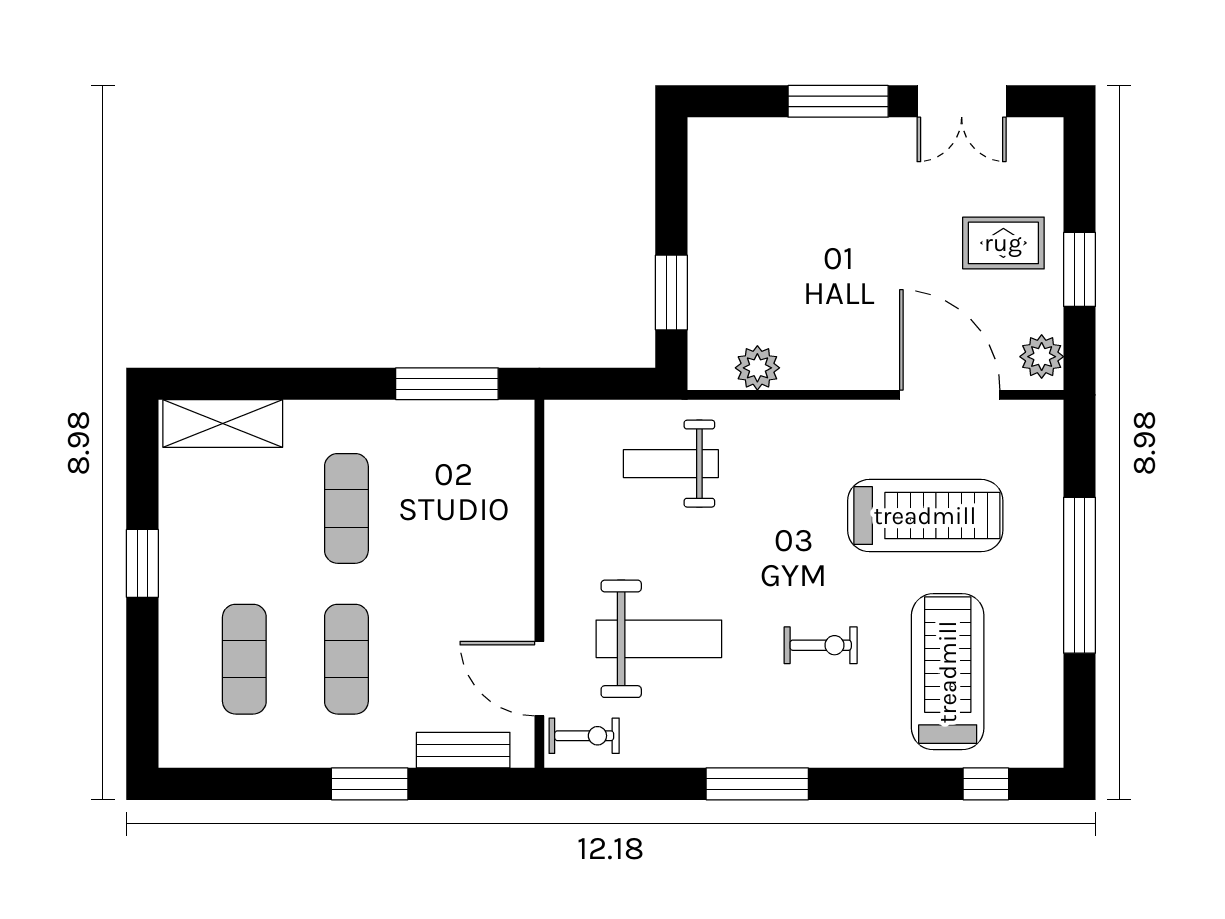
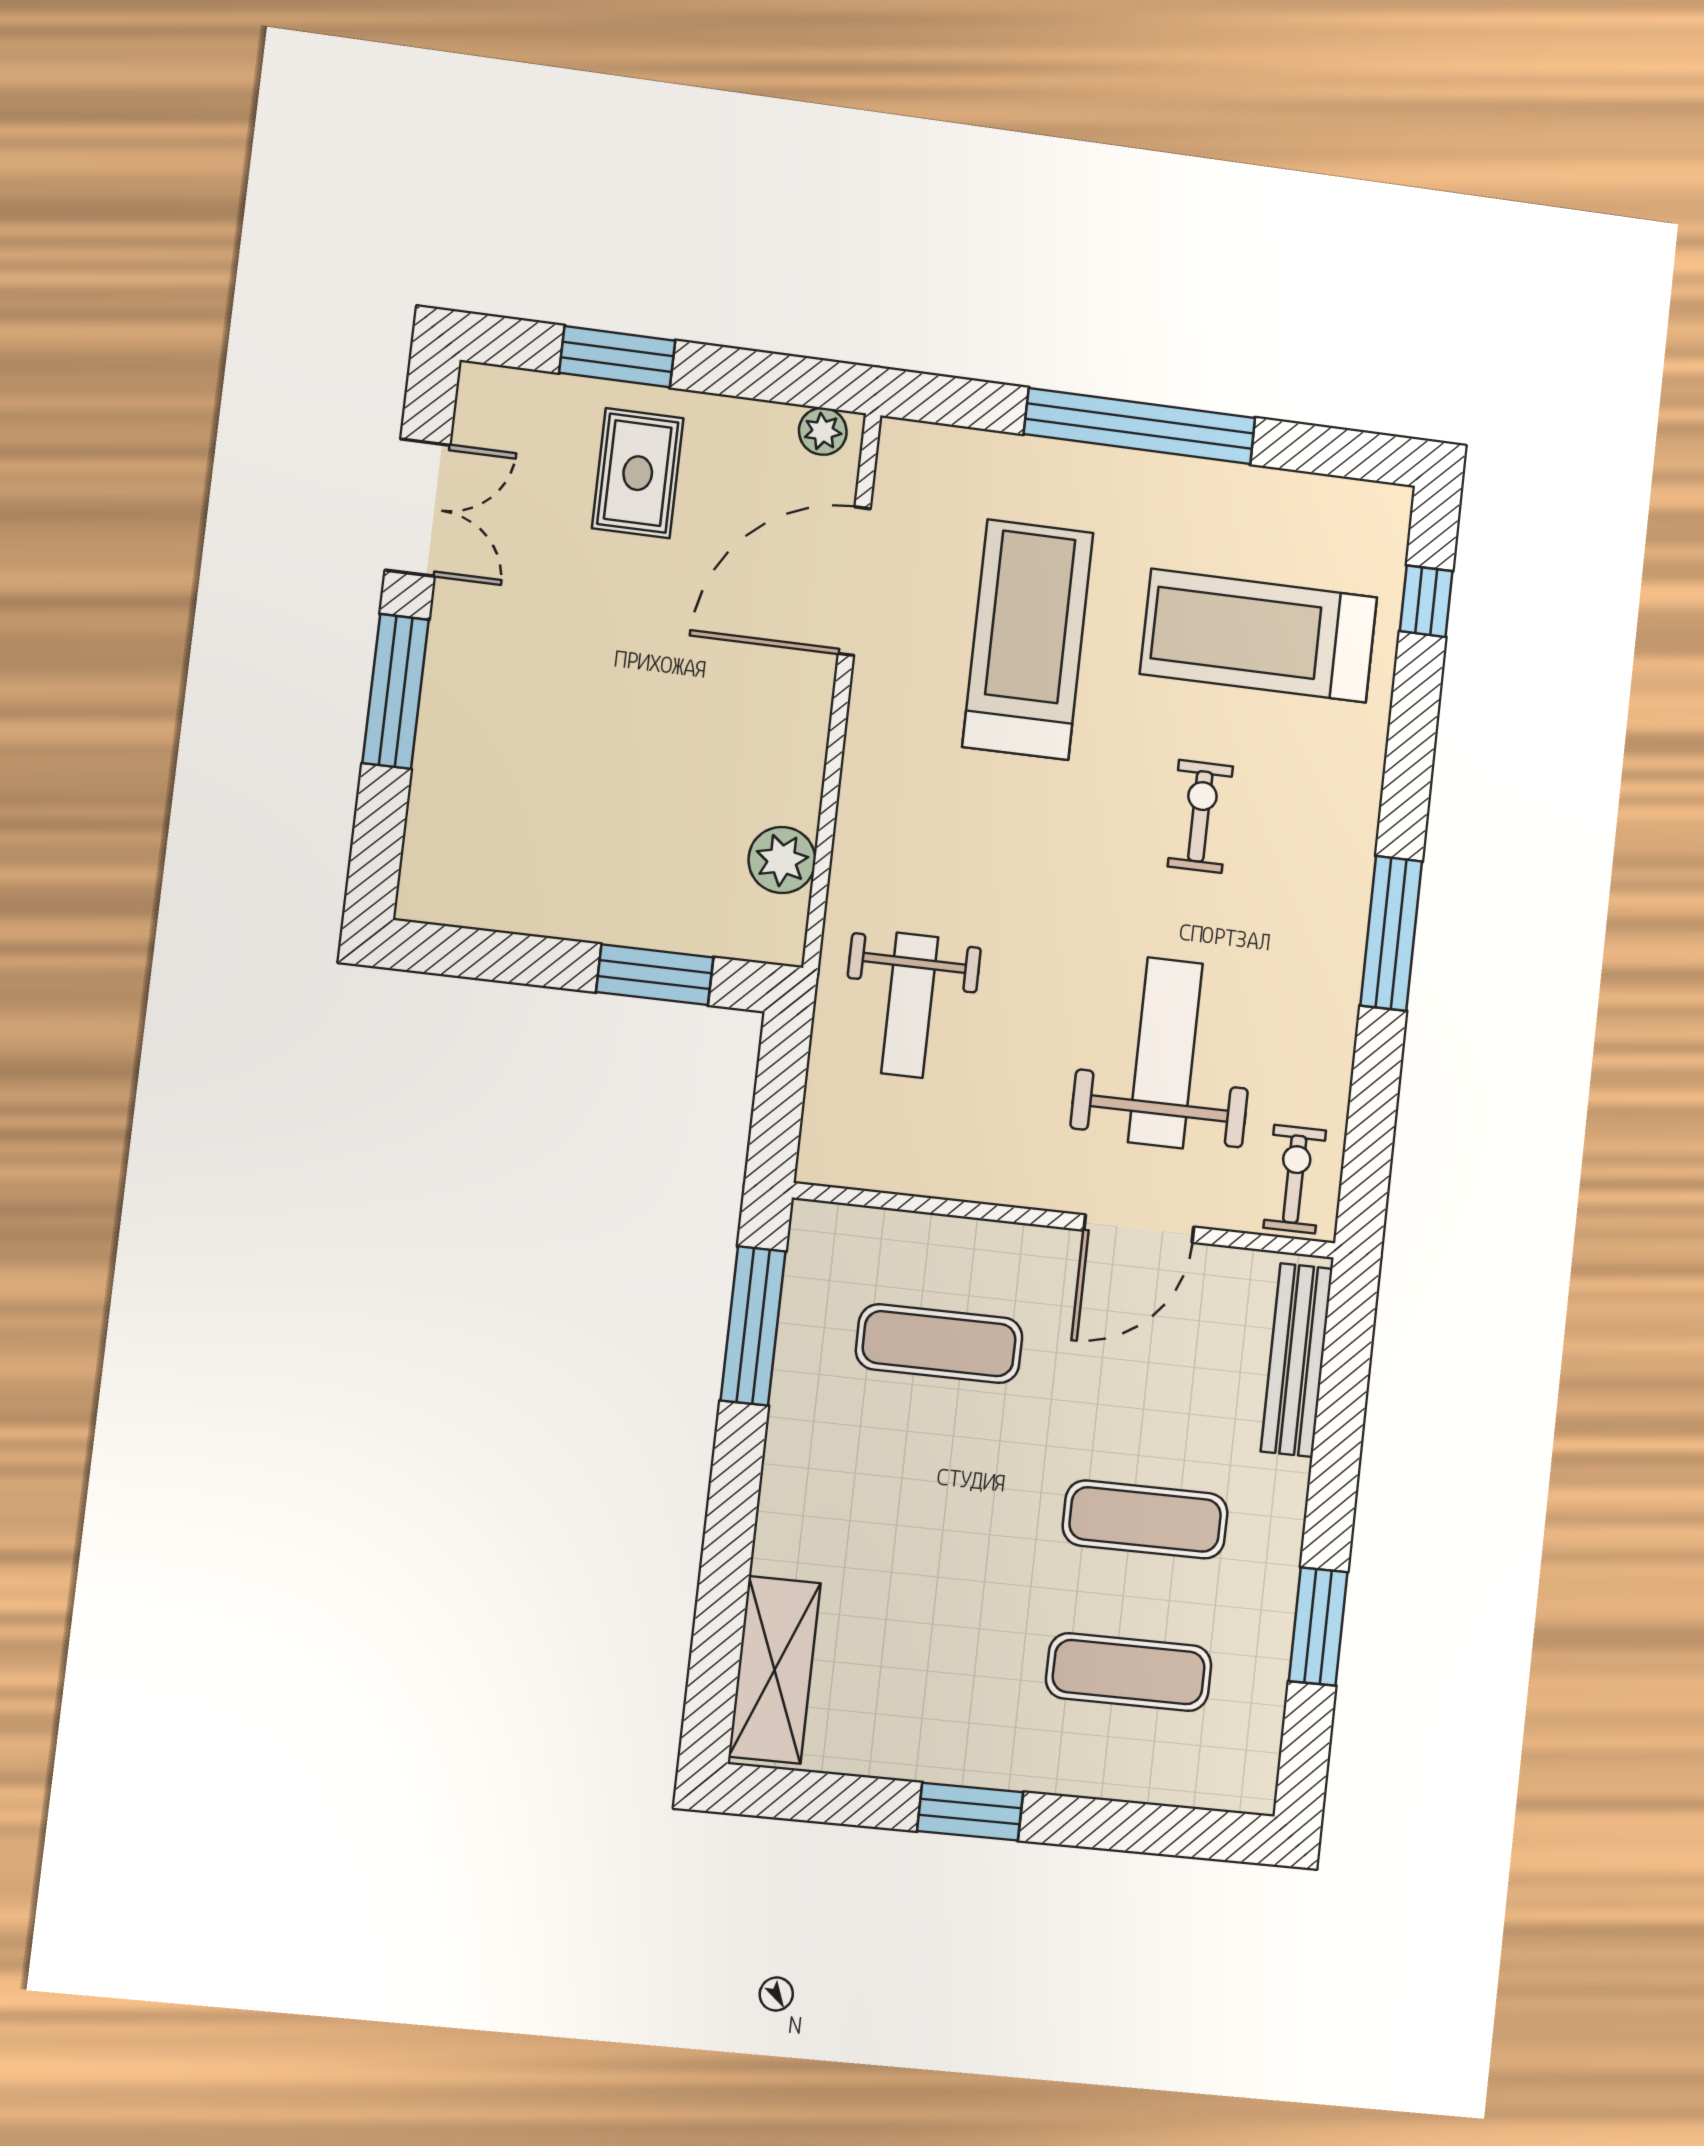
window: (1079, 269) -> (617, 357), moved
plant: (1042, 357) -> (823, 431), width x0.73, depth x0.73
exercise mat: (346, 508) -> (939, 1344), moved
door: (539, 679) -> (1139, 1229), moved
bench: (463, 750) -> (1297, 1360), width x1.36
window: (370, 784) -> (1318, 1626), moved

